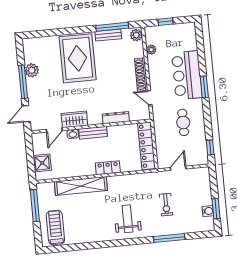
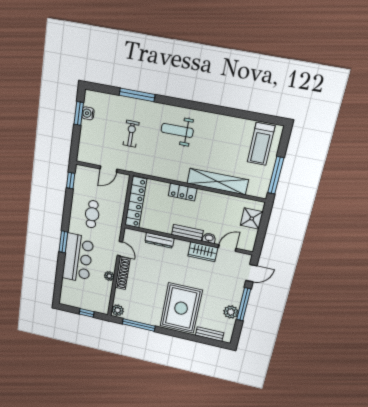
bench: (108, 35) -> (210, 334), moved
plant: (151, 50) -> (109, 276), moved
weight bench: (128, 219) -> (177, 130), turned 90

